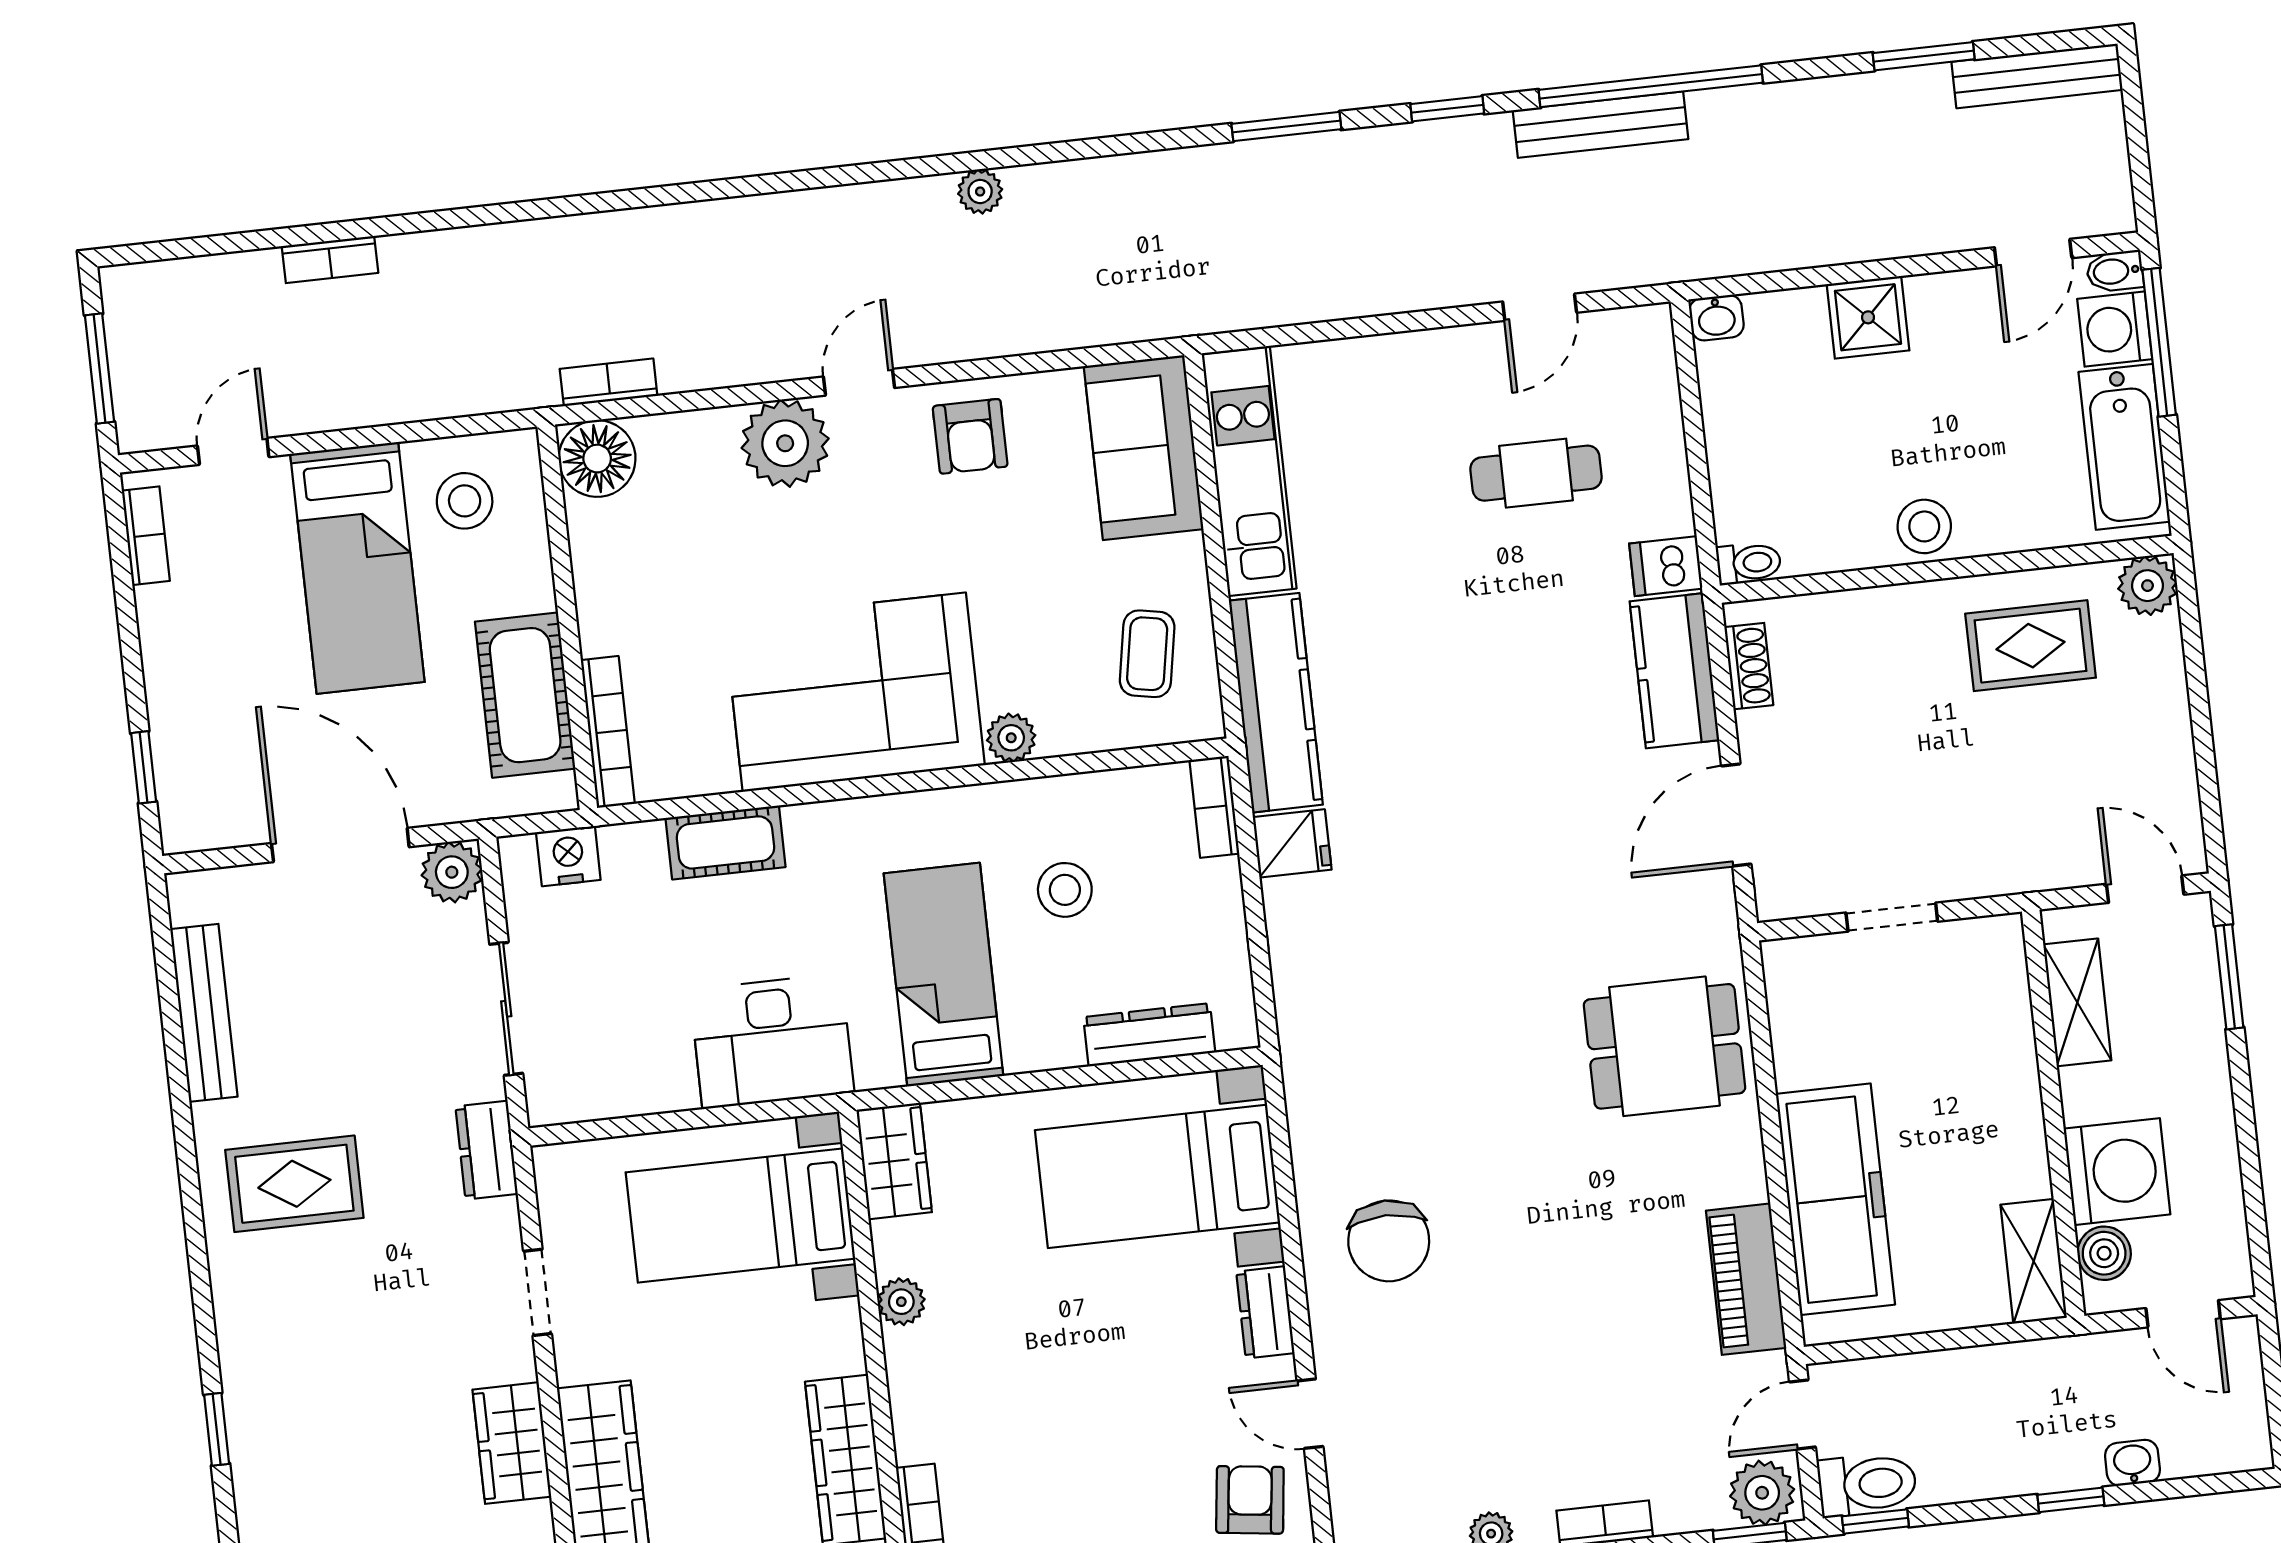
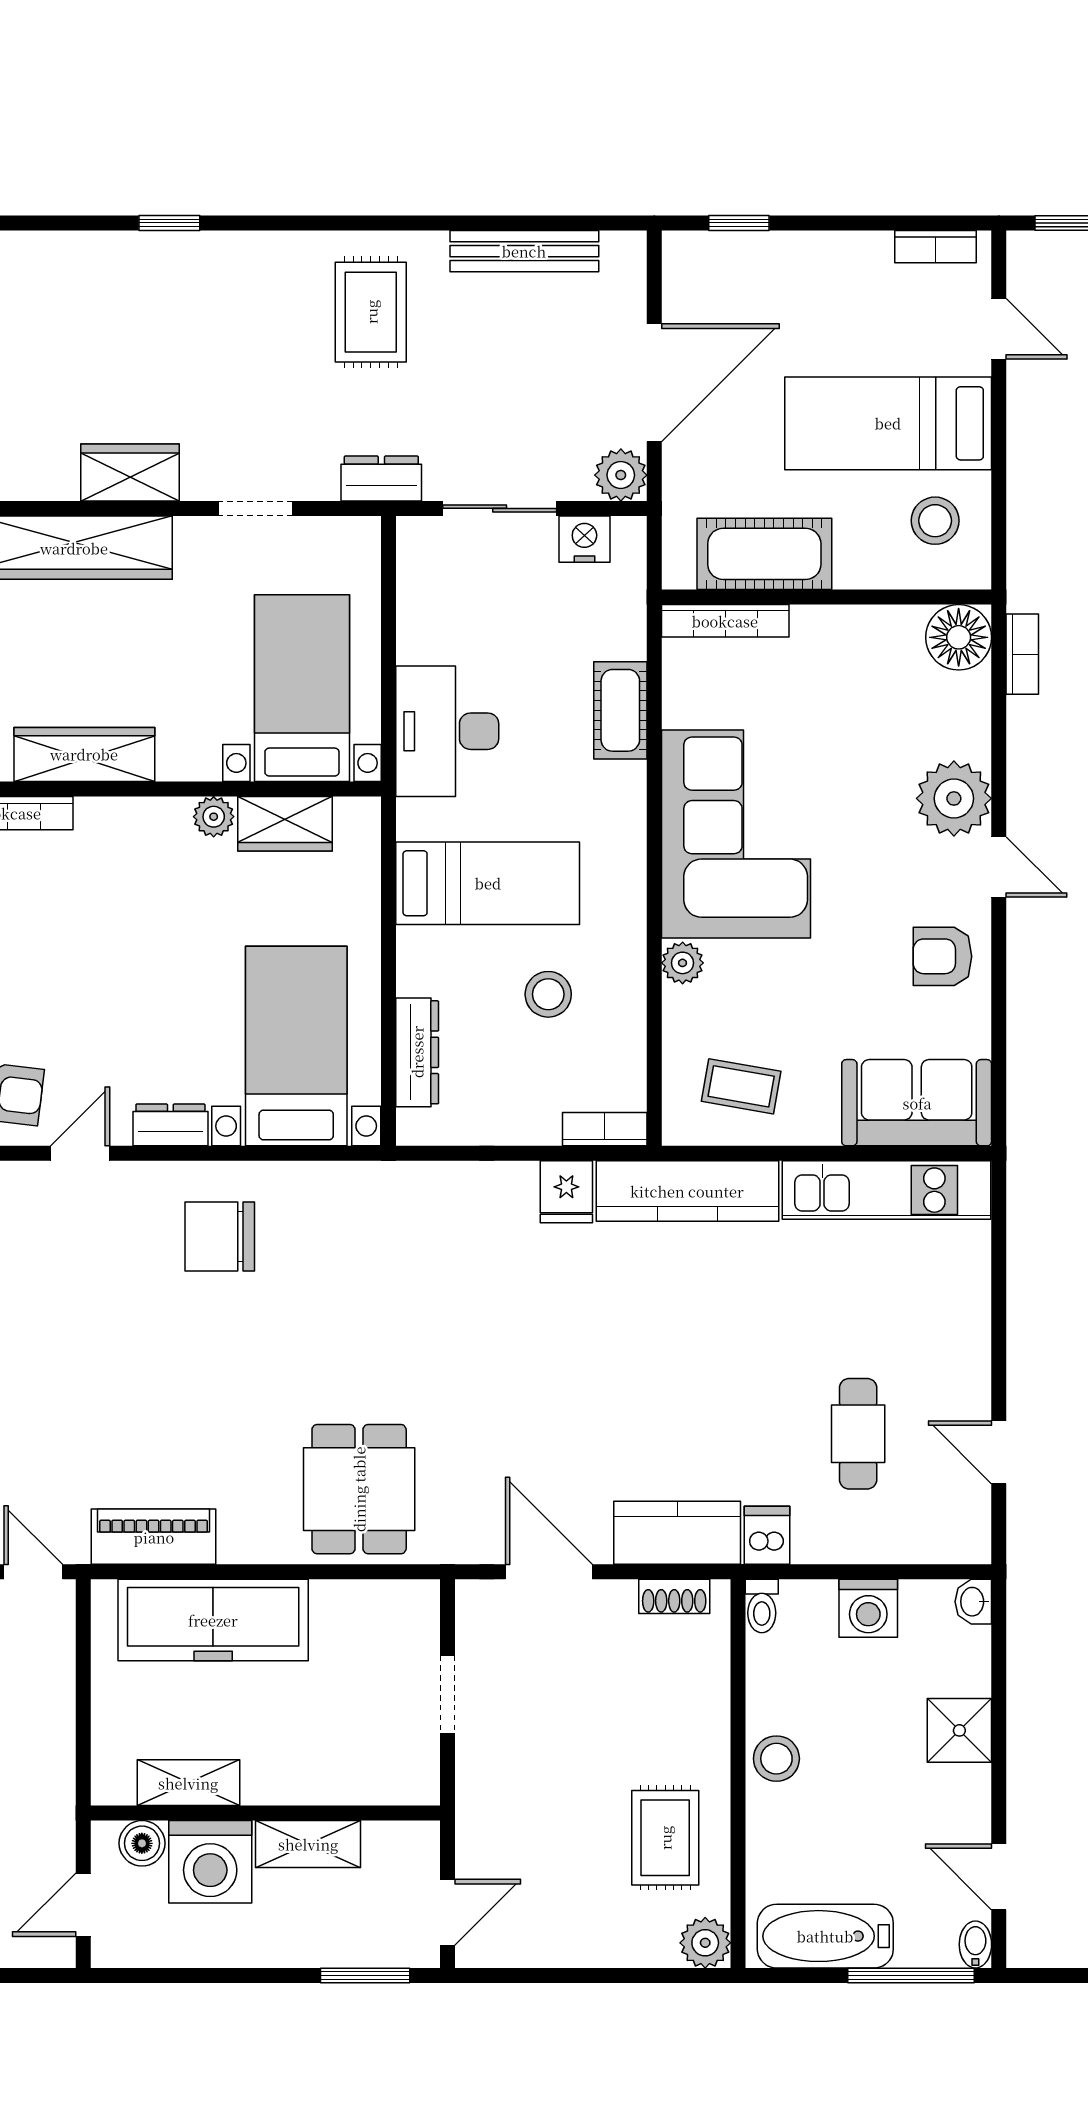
washing machine: (2115, 329) -> (868, 1608), moved, turned 180
nightstand: (568, 856) -> (584, 539), moved, turned -90
shelving: (2077, 1002) -> (308, 1844), moved
wardrobe: (894, 1161) -> (285, 824), moved
shelving: (2034, 1261) -> (188, 1783), moved

